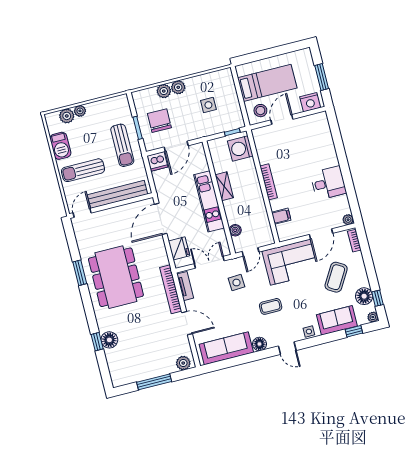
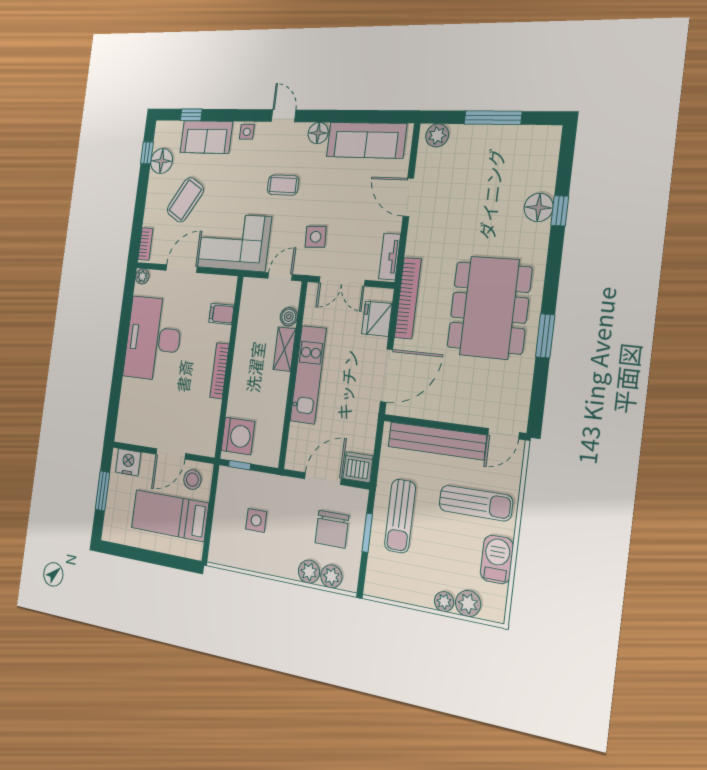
plant: (178, 87) -> (331, 576), moved
sun lounger: (122, 145) -> (400, 516), turned 180
desk: (328, 183) -> (153, 339), width x1.87, depth x1.30
shelving: (224, 186) -> (284, 349), moved
bookcase: (171, 289) -> (408, 298), moved
plant: (373, 317) -> (162, 128), removed

